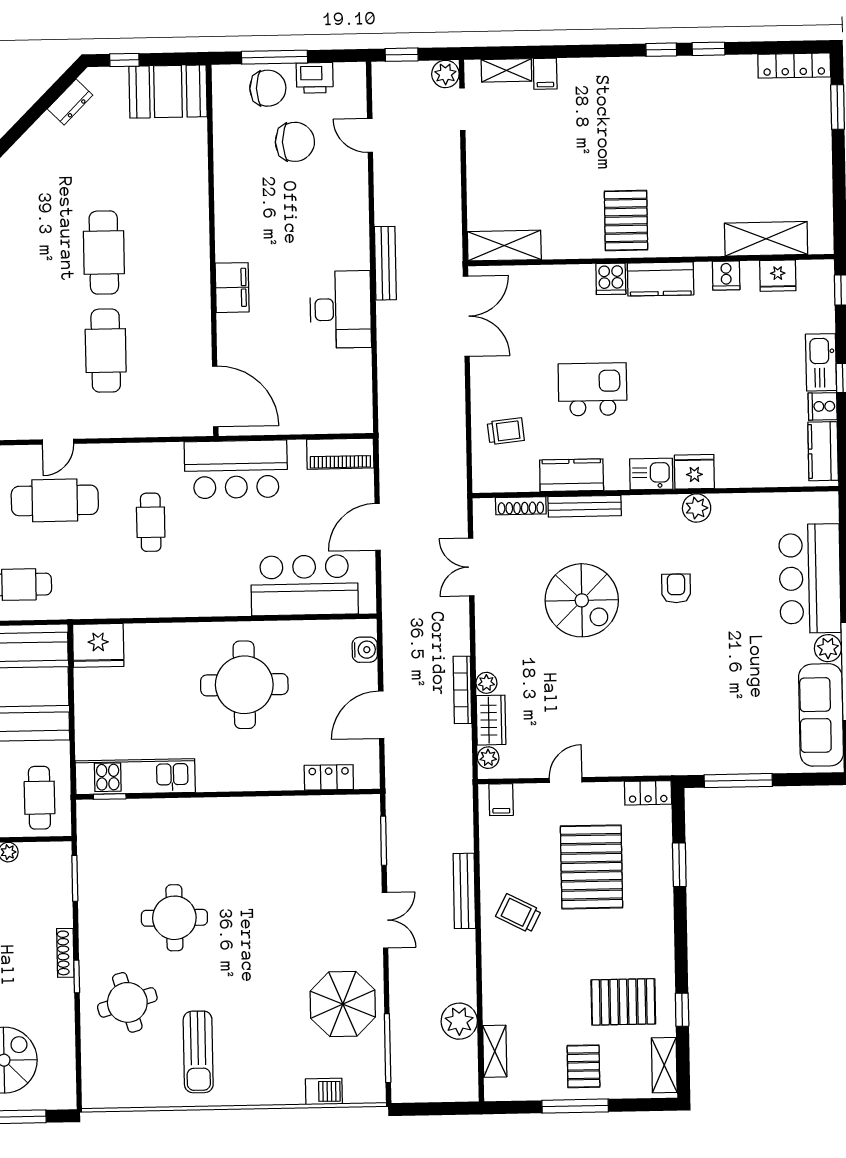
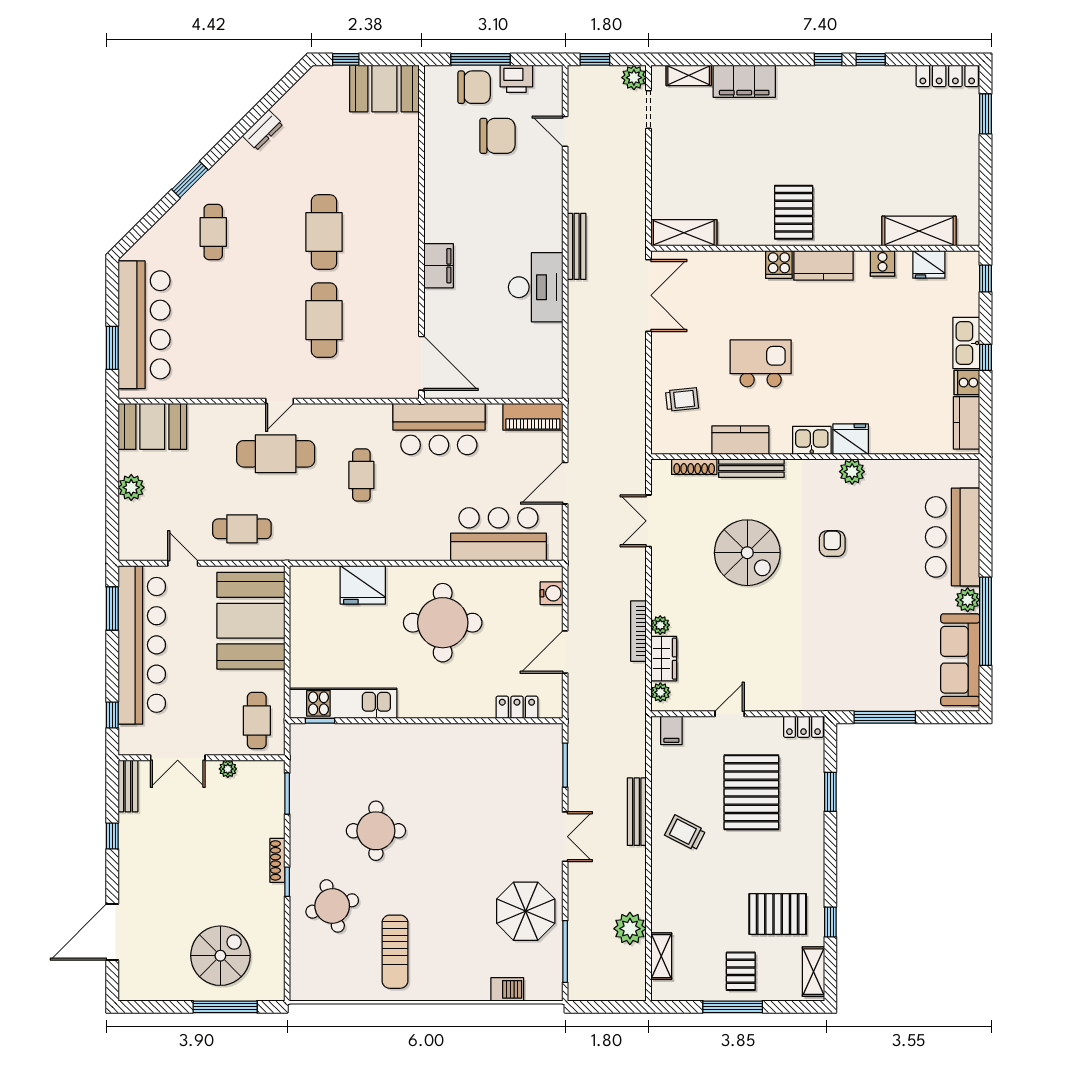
filing cabinet: (545, 74) -> (744, 81), width x3.00, depth x1.17
dresser: (70, 102) -> (263, 130), moved
fridge: (98, 645) -> (363, 585), moved

